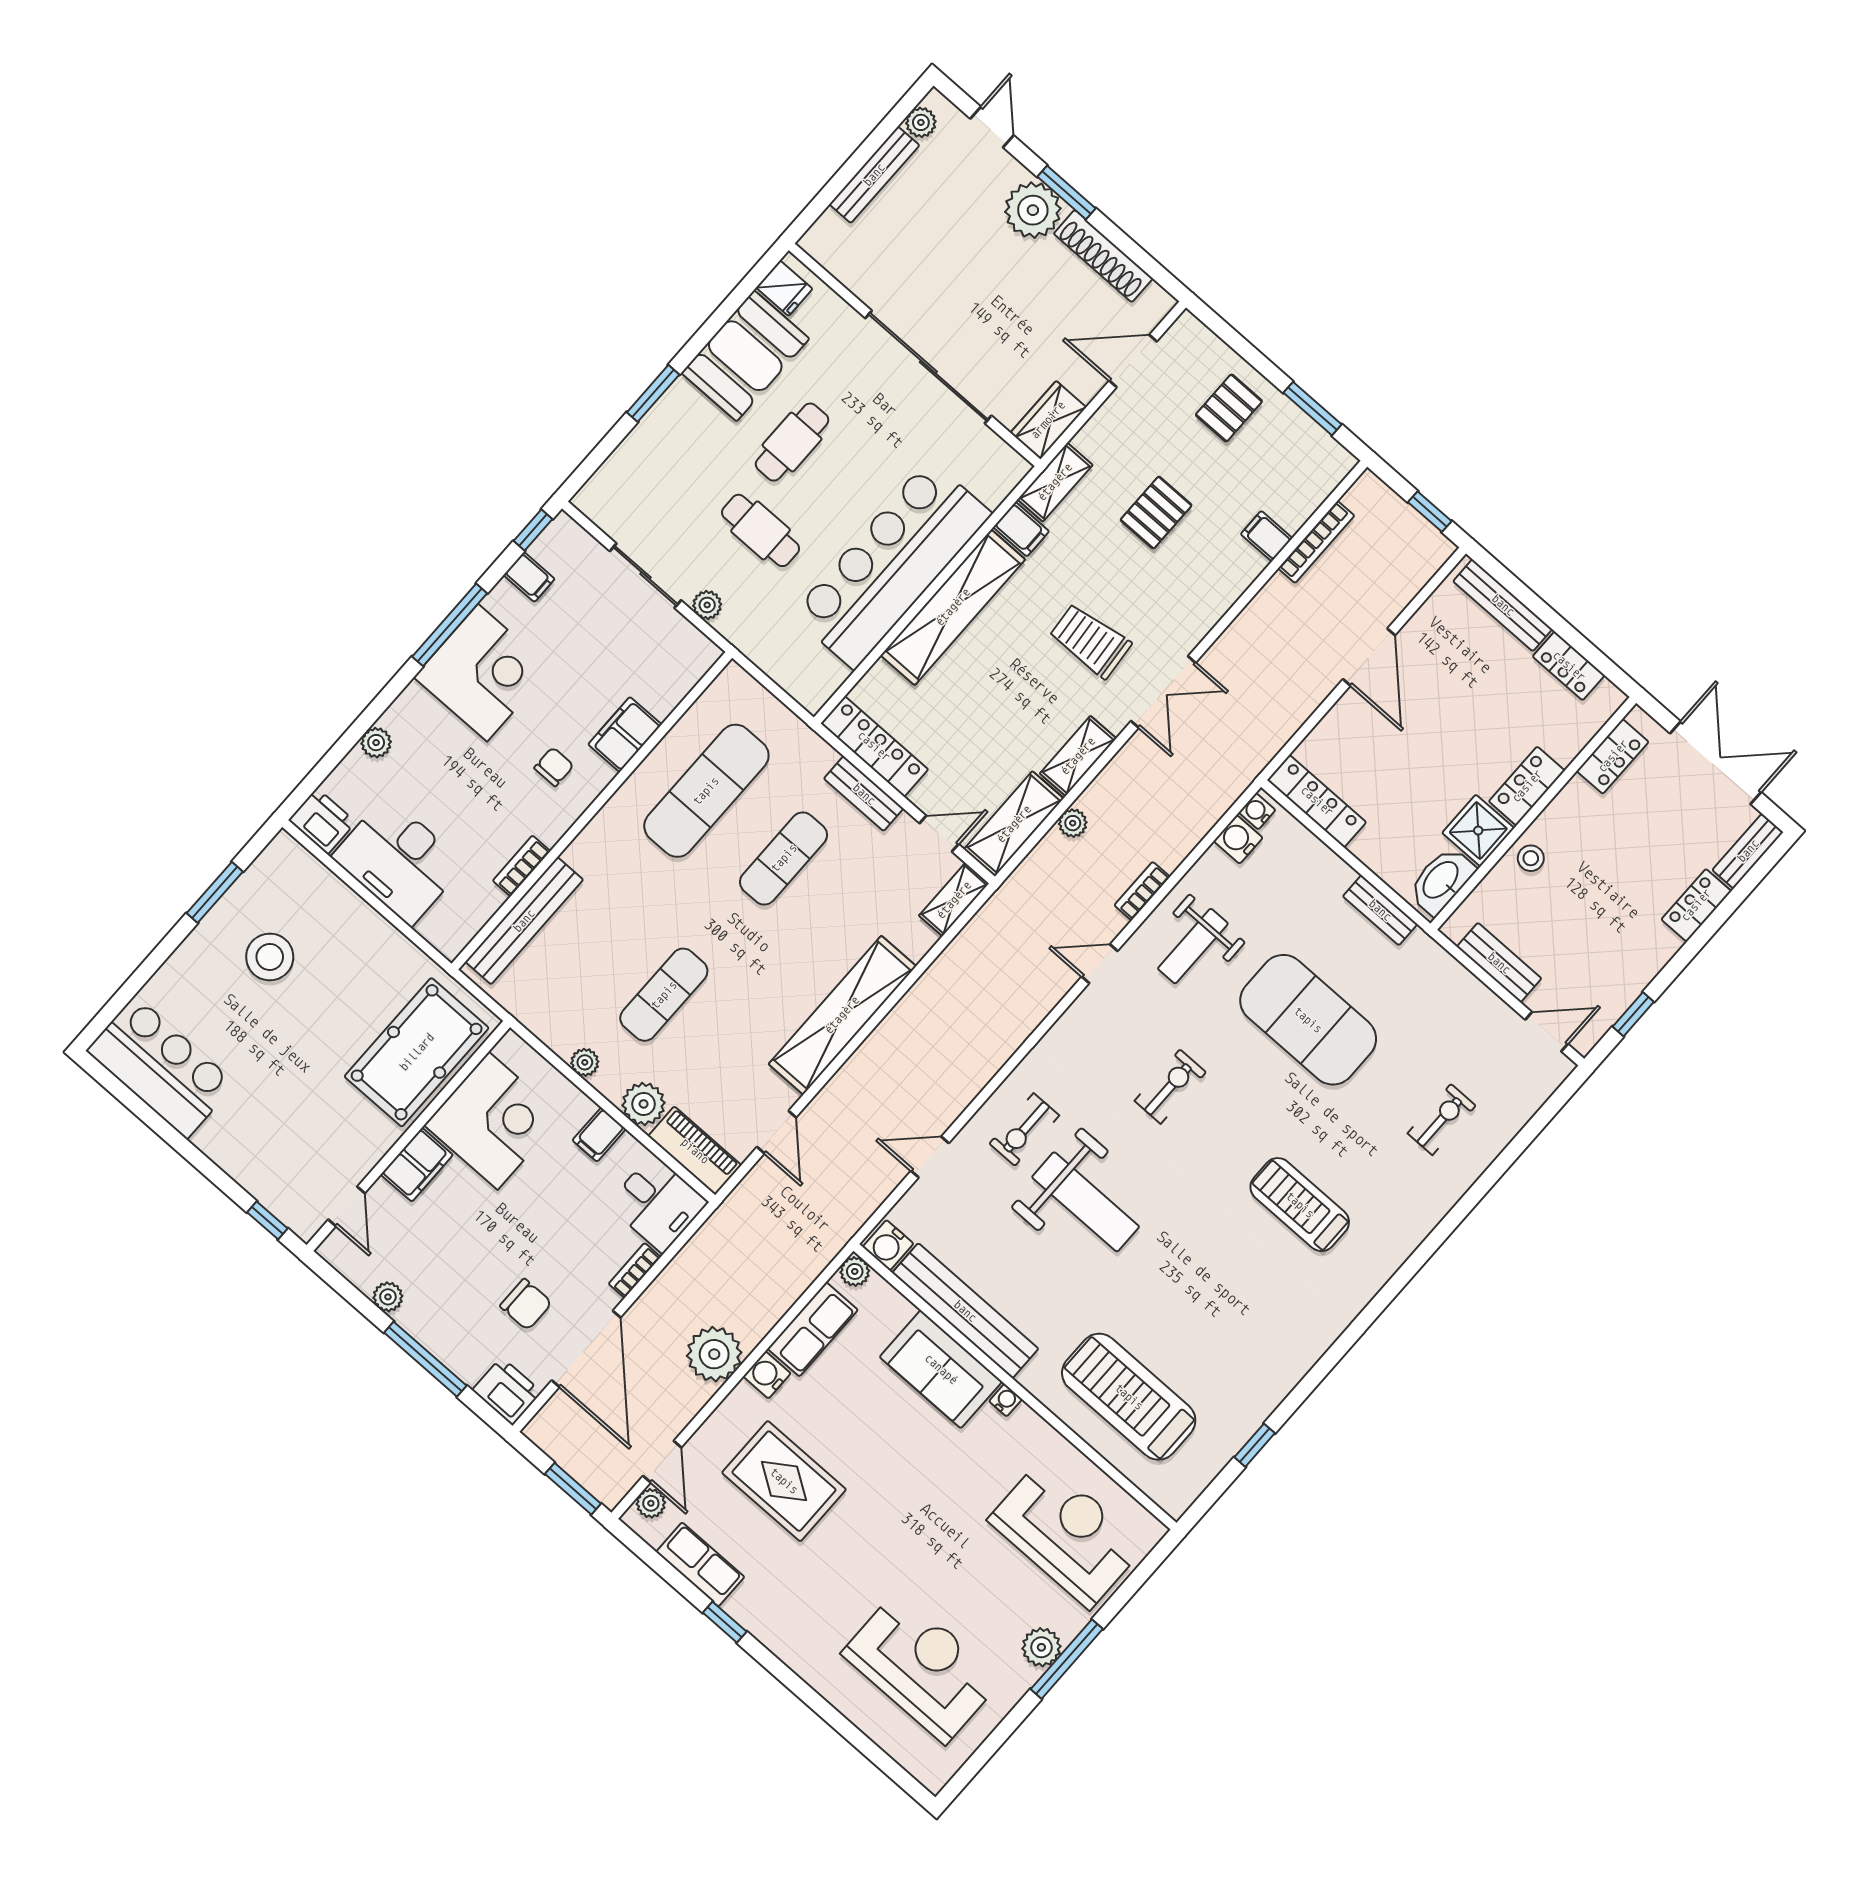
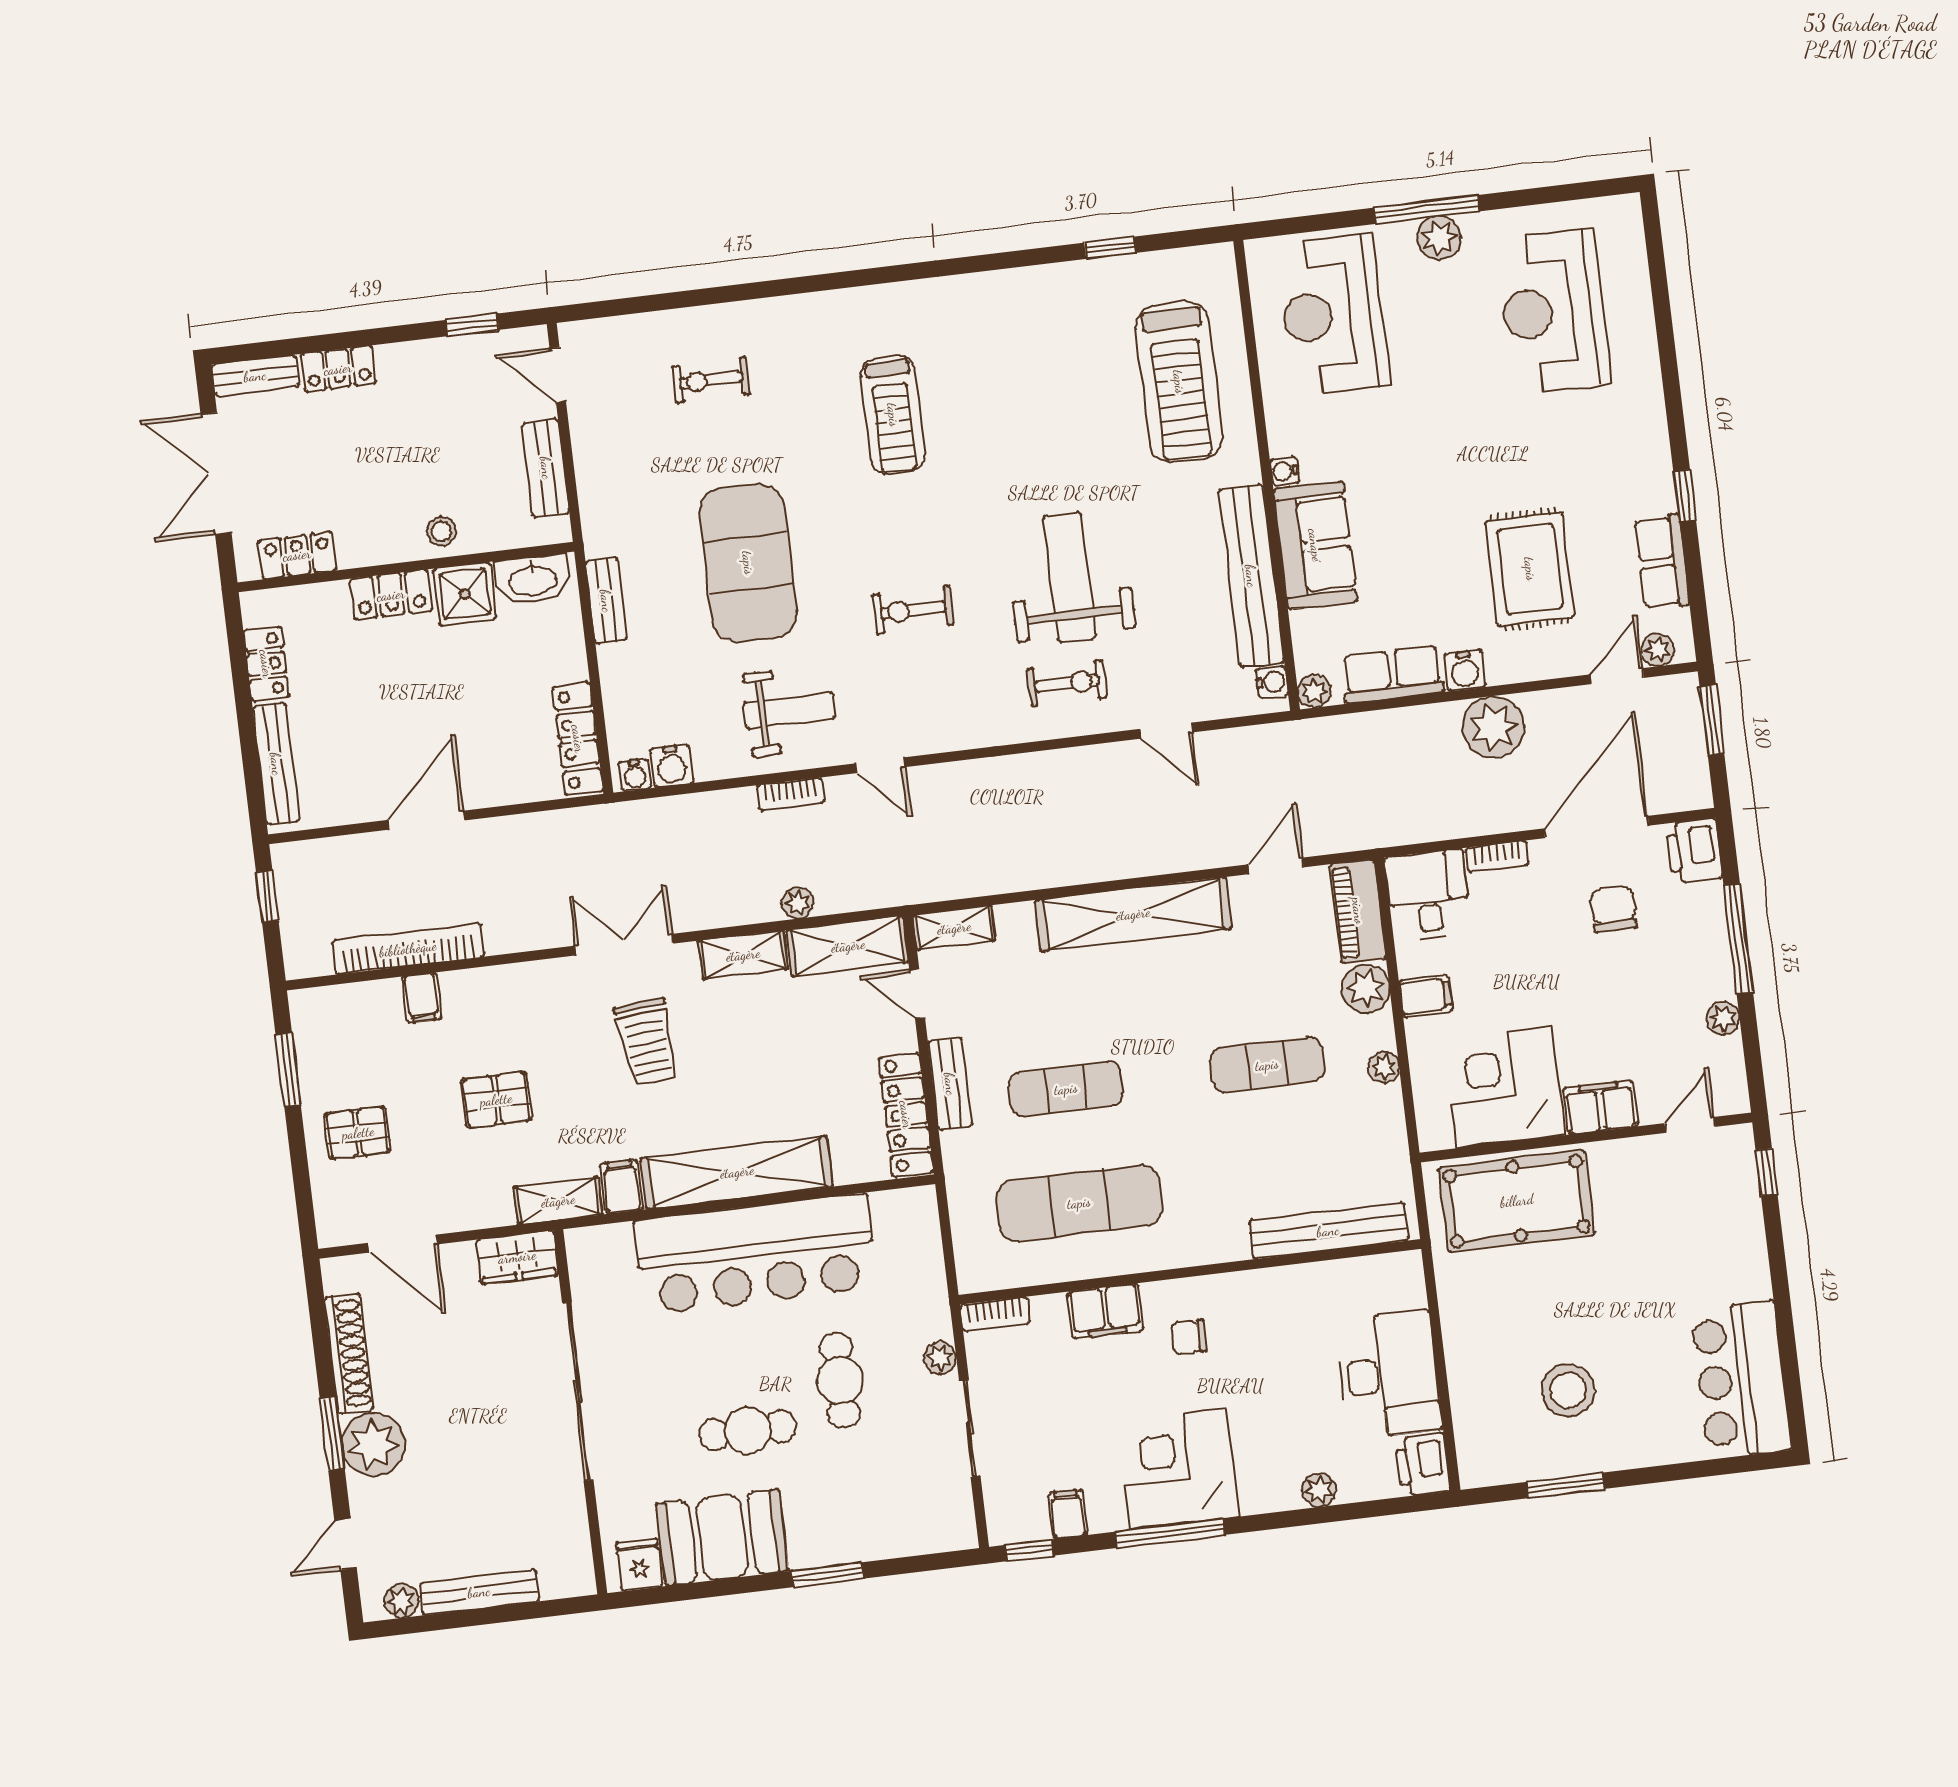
bookcase: (1316, 542) -> (408, 949), width x1.48, depth x1.31
bookcase: (522, 866) -> (995, 1314), moved
water cooler: (888, 1245) -> (1272, 682), width x0.72, depth x0.72

